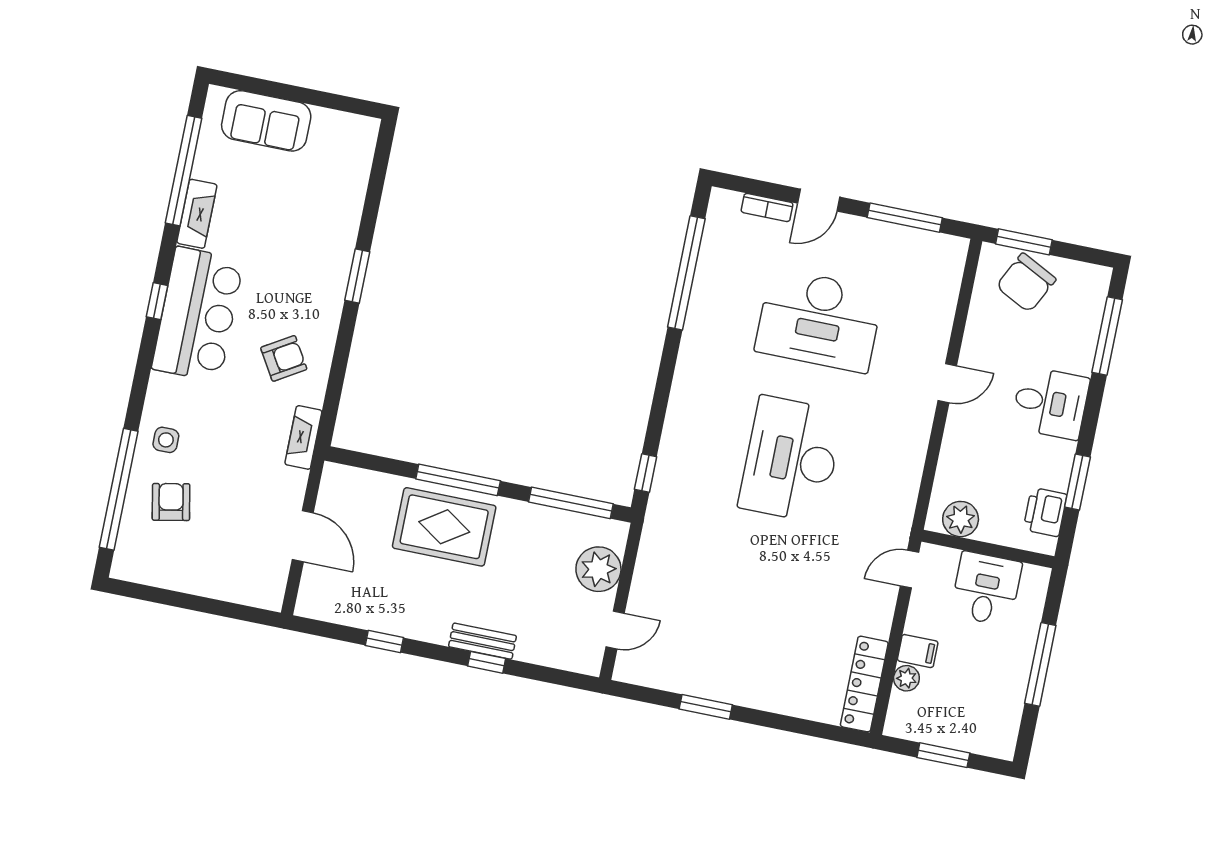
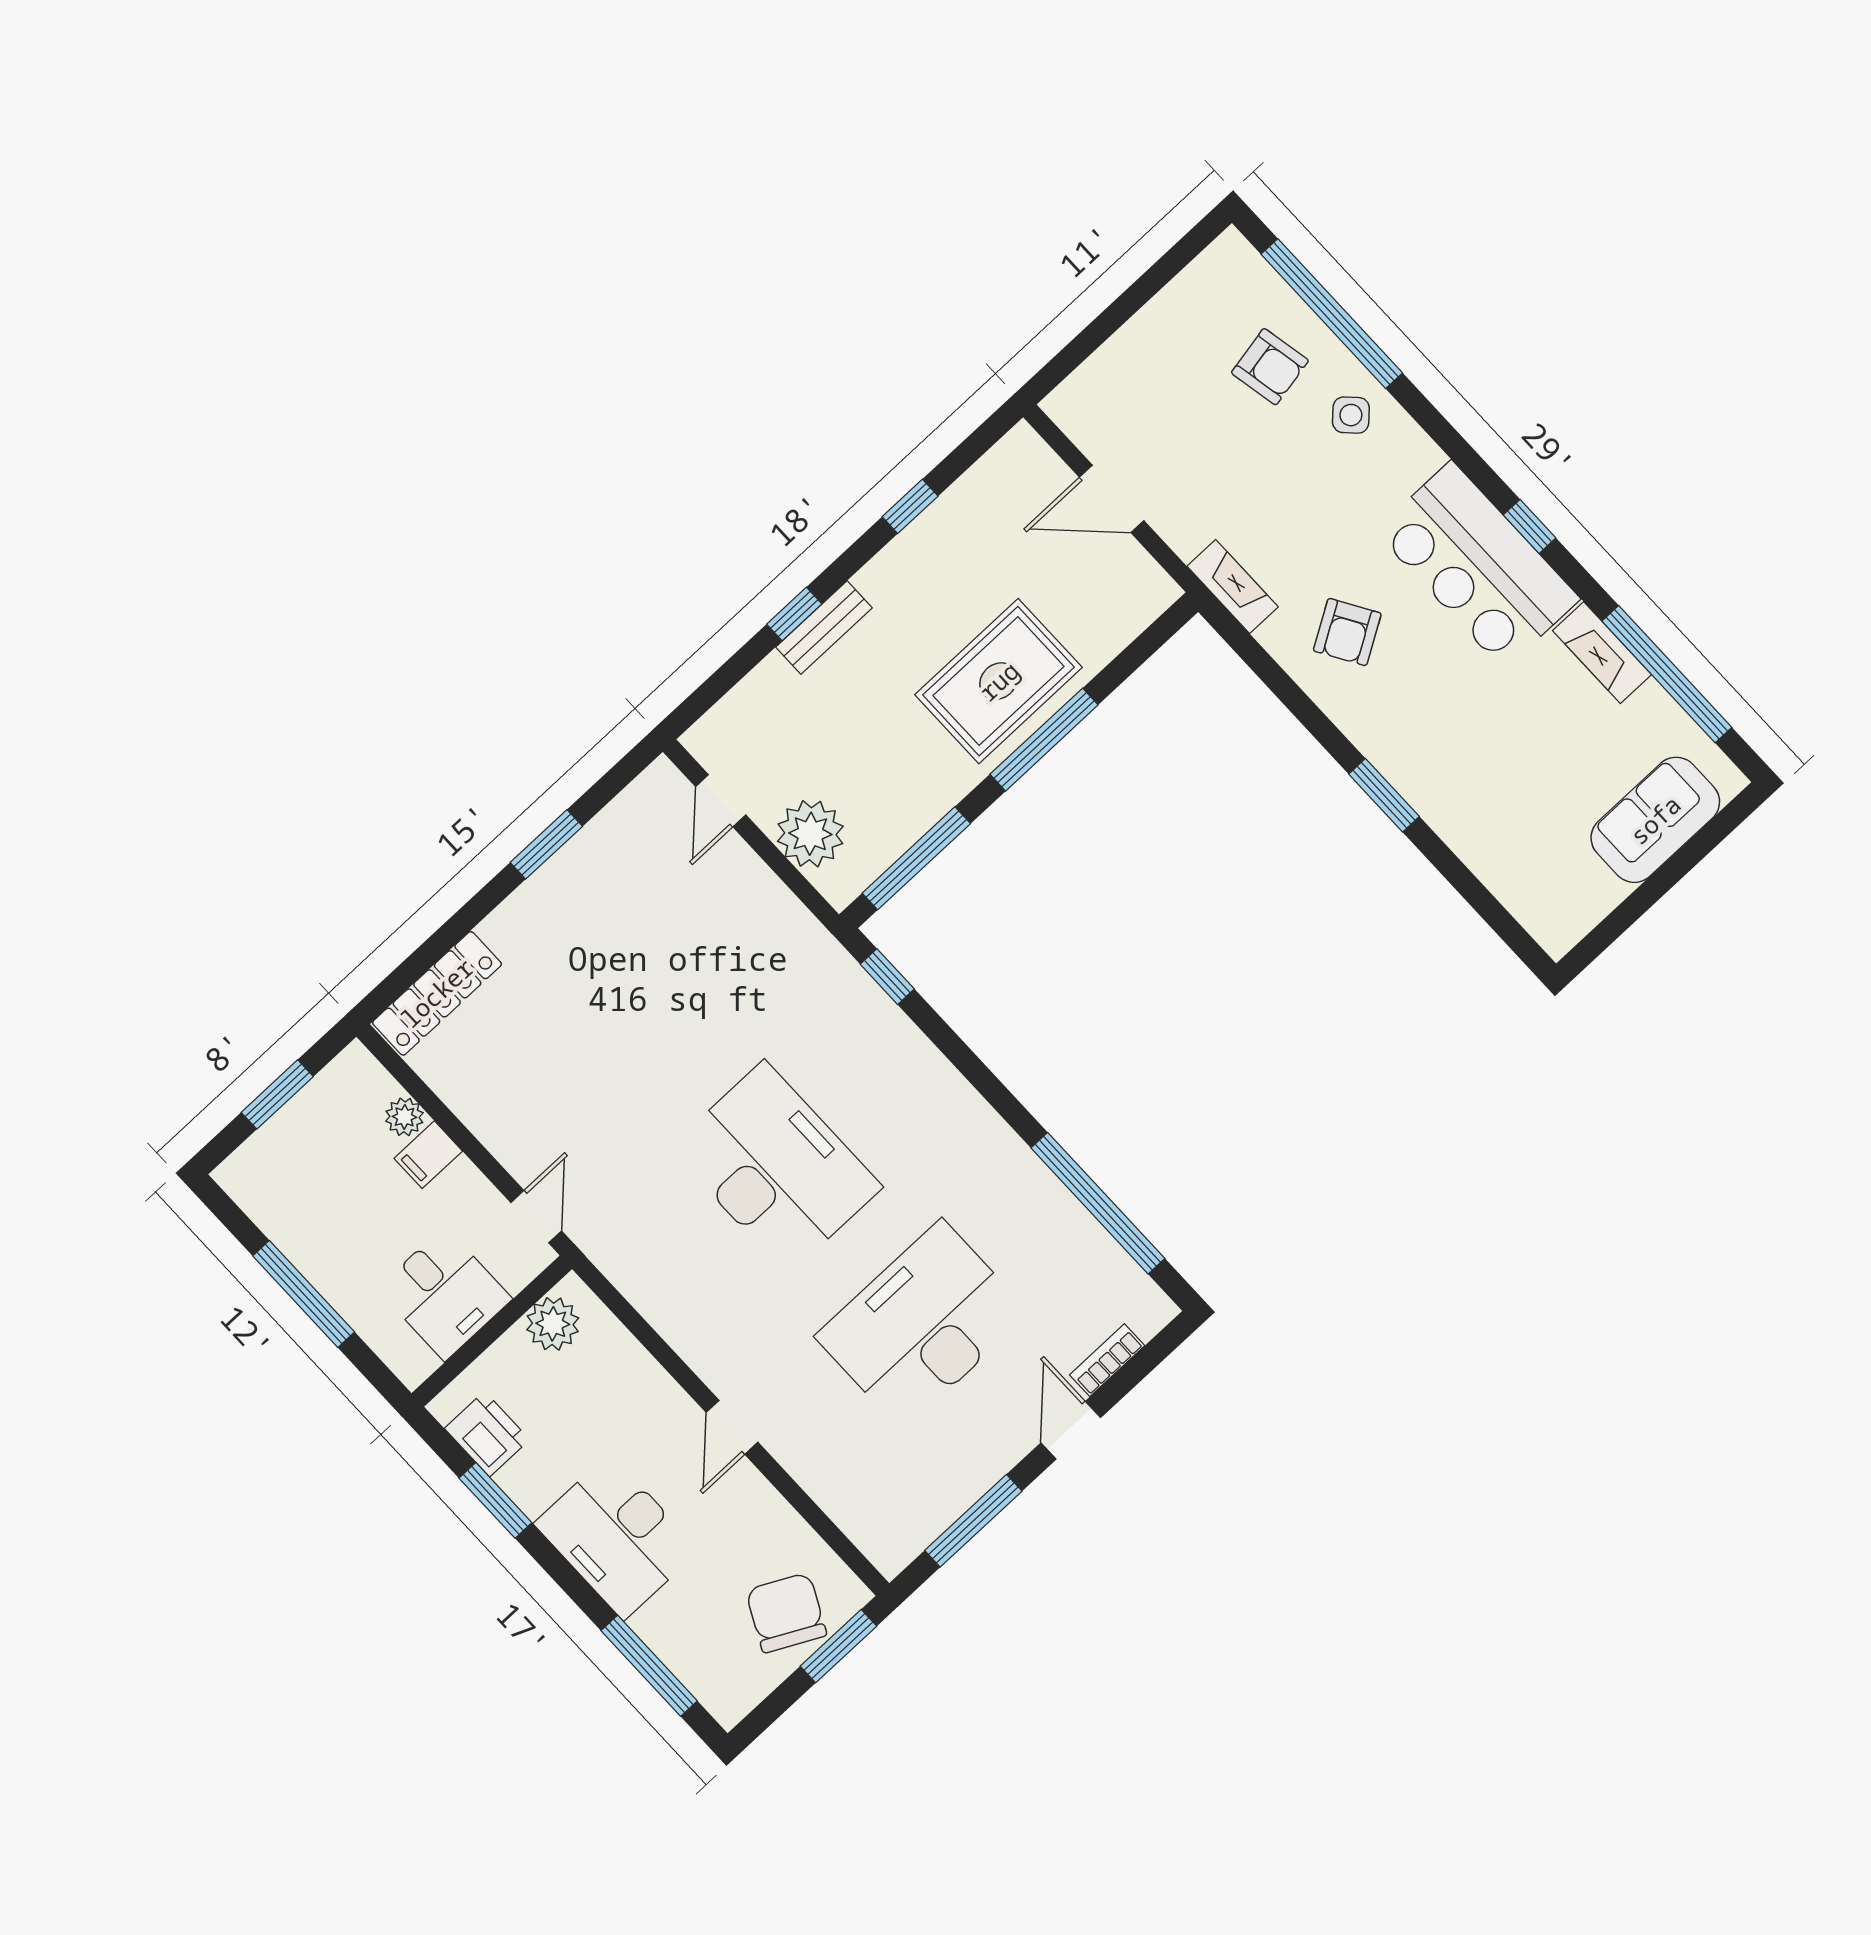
desk: (1050, 403) -> (617, 1537), width x1.37
side table: (166, 440) -> (1351, 415), turned 45
locker: (864, 684) -> (437, 993), moved, turned 90

